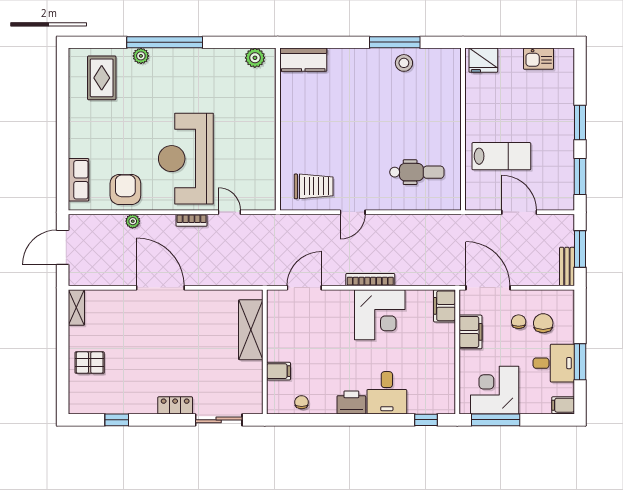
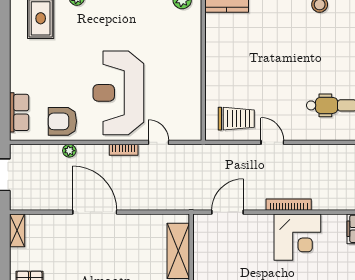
armchair: (125, 189) -> (62, 121), turned -90
door: (353, 212) -> (272, 142), swing flipped

